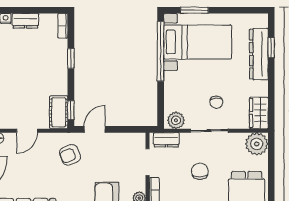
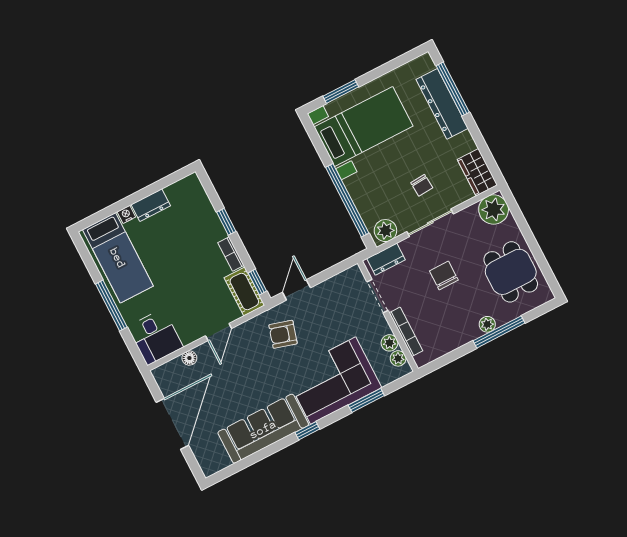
bookcase: (63, 26) -> (231, 254), moved
window: (271, 48) -> (453, 89), width x2.17
window: (161, 51) -> (347, 200), moved
armchair: (70, 155) -> (283, 334), turned 37

